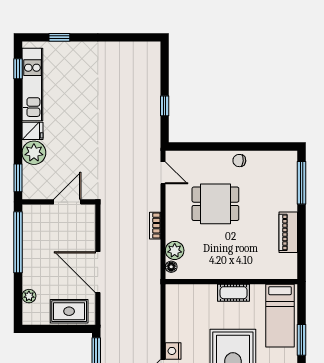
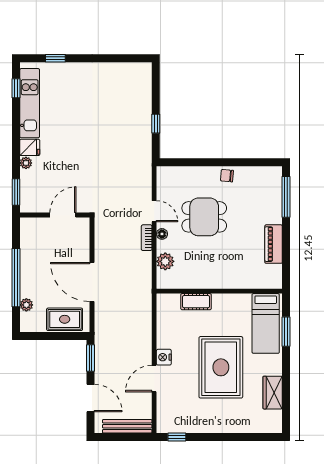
plant: (34, 153) -> (26, 163), width x0.53, depth x0.53
door: (163, 173) -> (154, 211), moved
window: (18, 242) -> (16, 278), moved
floor lamp: (171, 267) -> (162, 234), moved
cot: (234, 293) -> (196, 302), moved
window: (301, 340) -> (286, 332), moved

